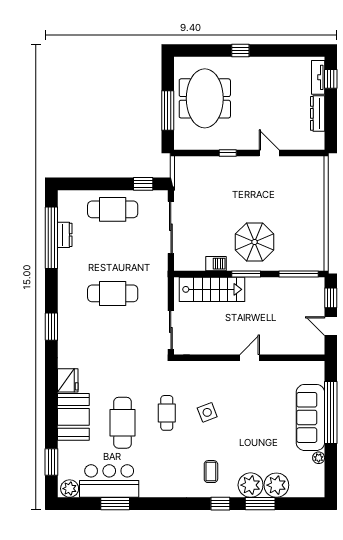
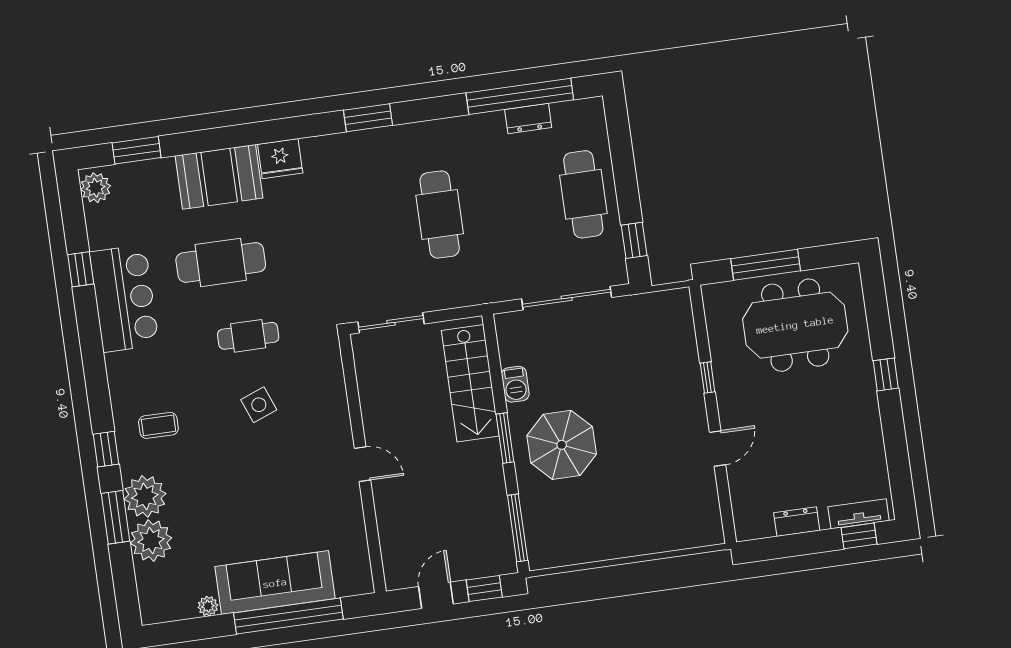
dresser: (318, 113) -> (797, 522), width x0.70
bar counter: (109, 481) -> (124, 298), moved
window: (115, 504) -> (81, 269), width x0.67

